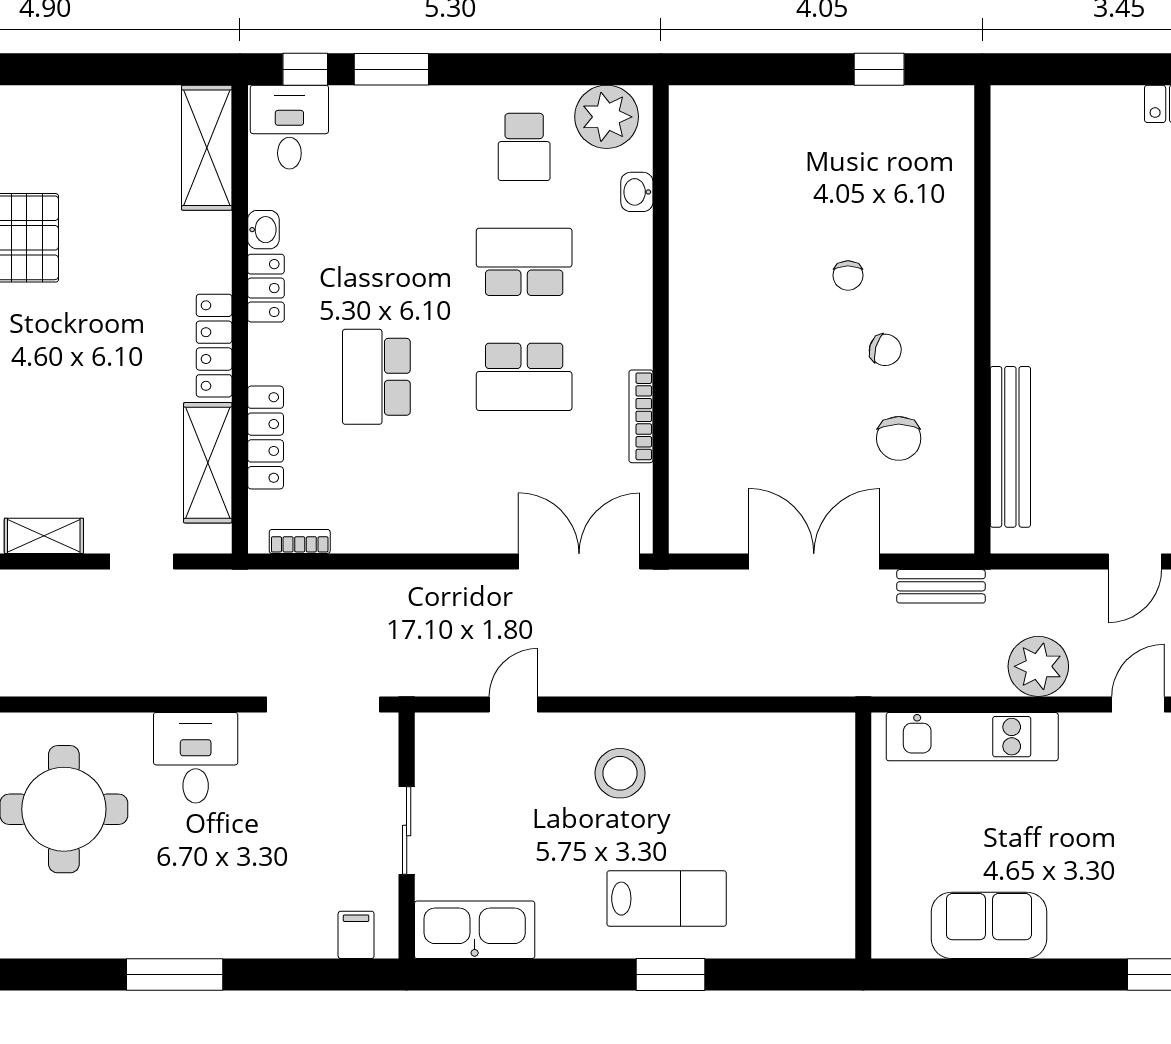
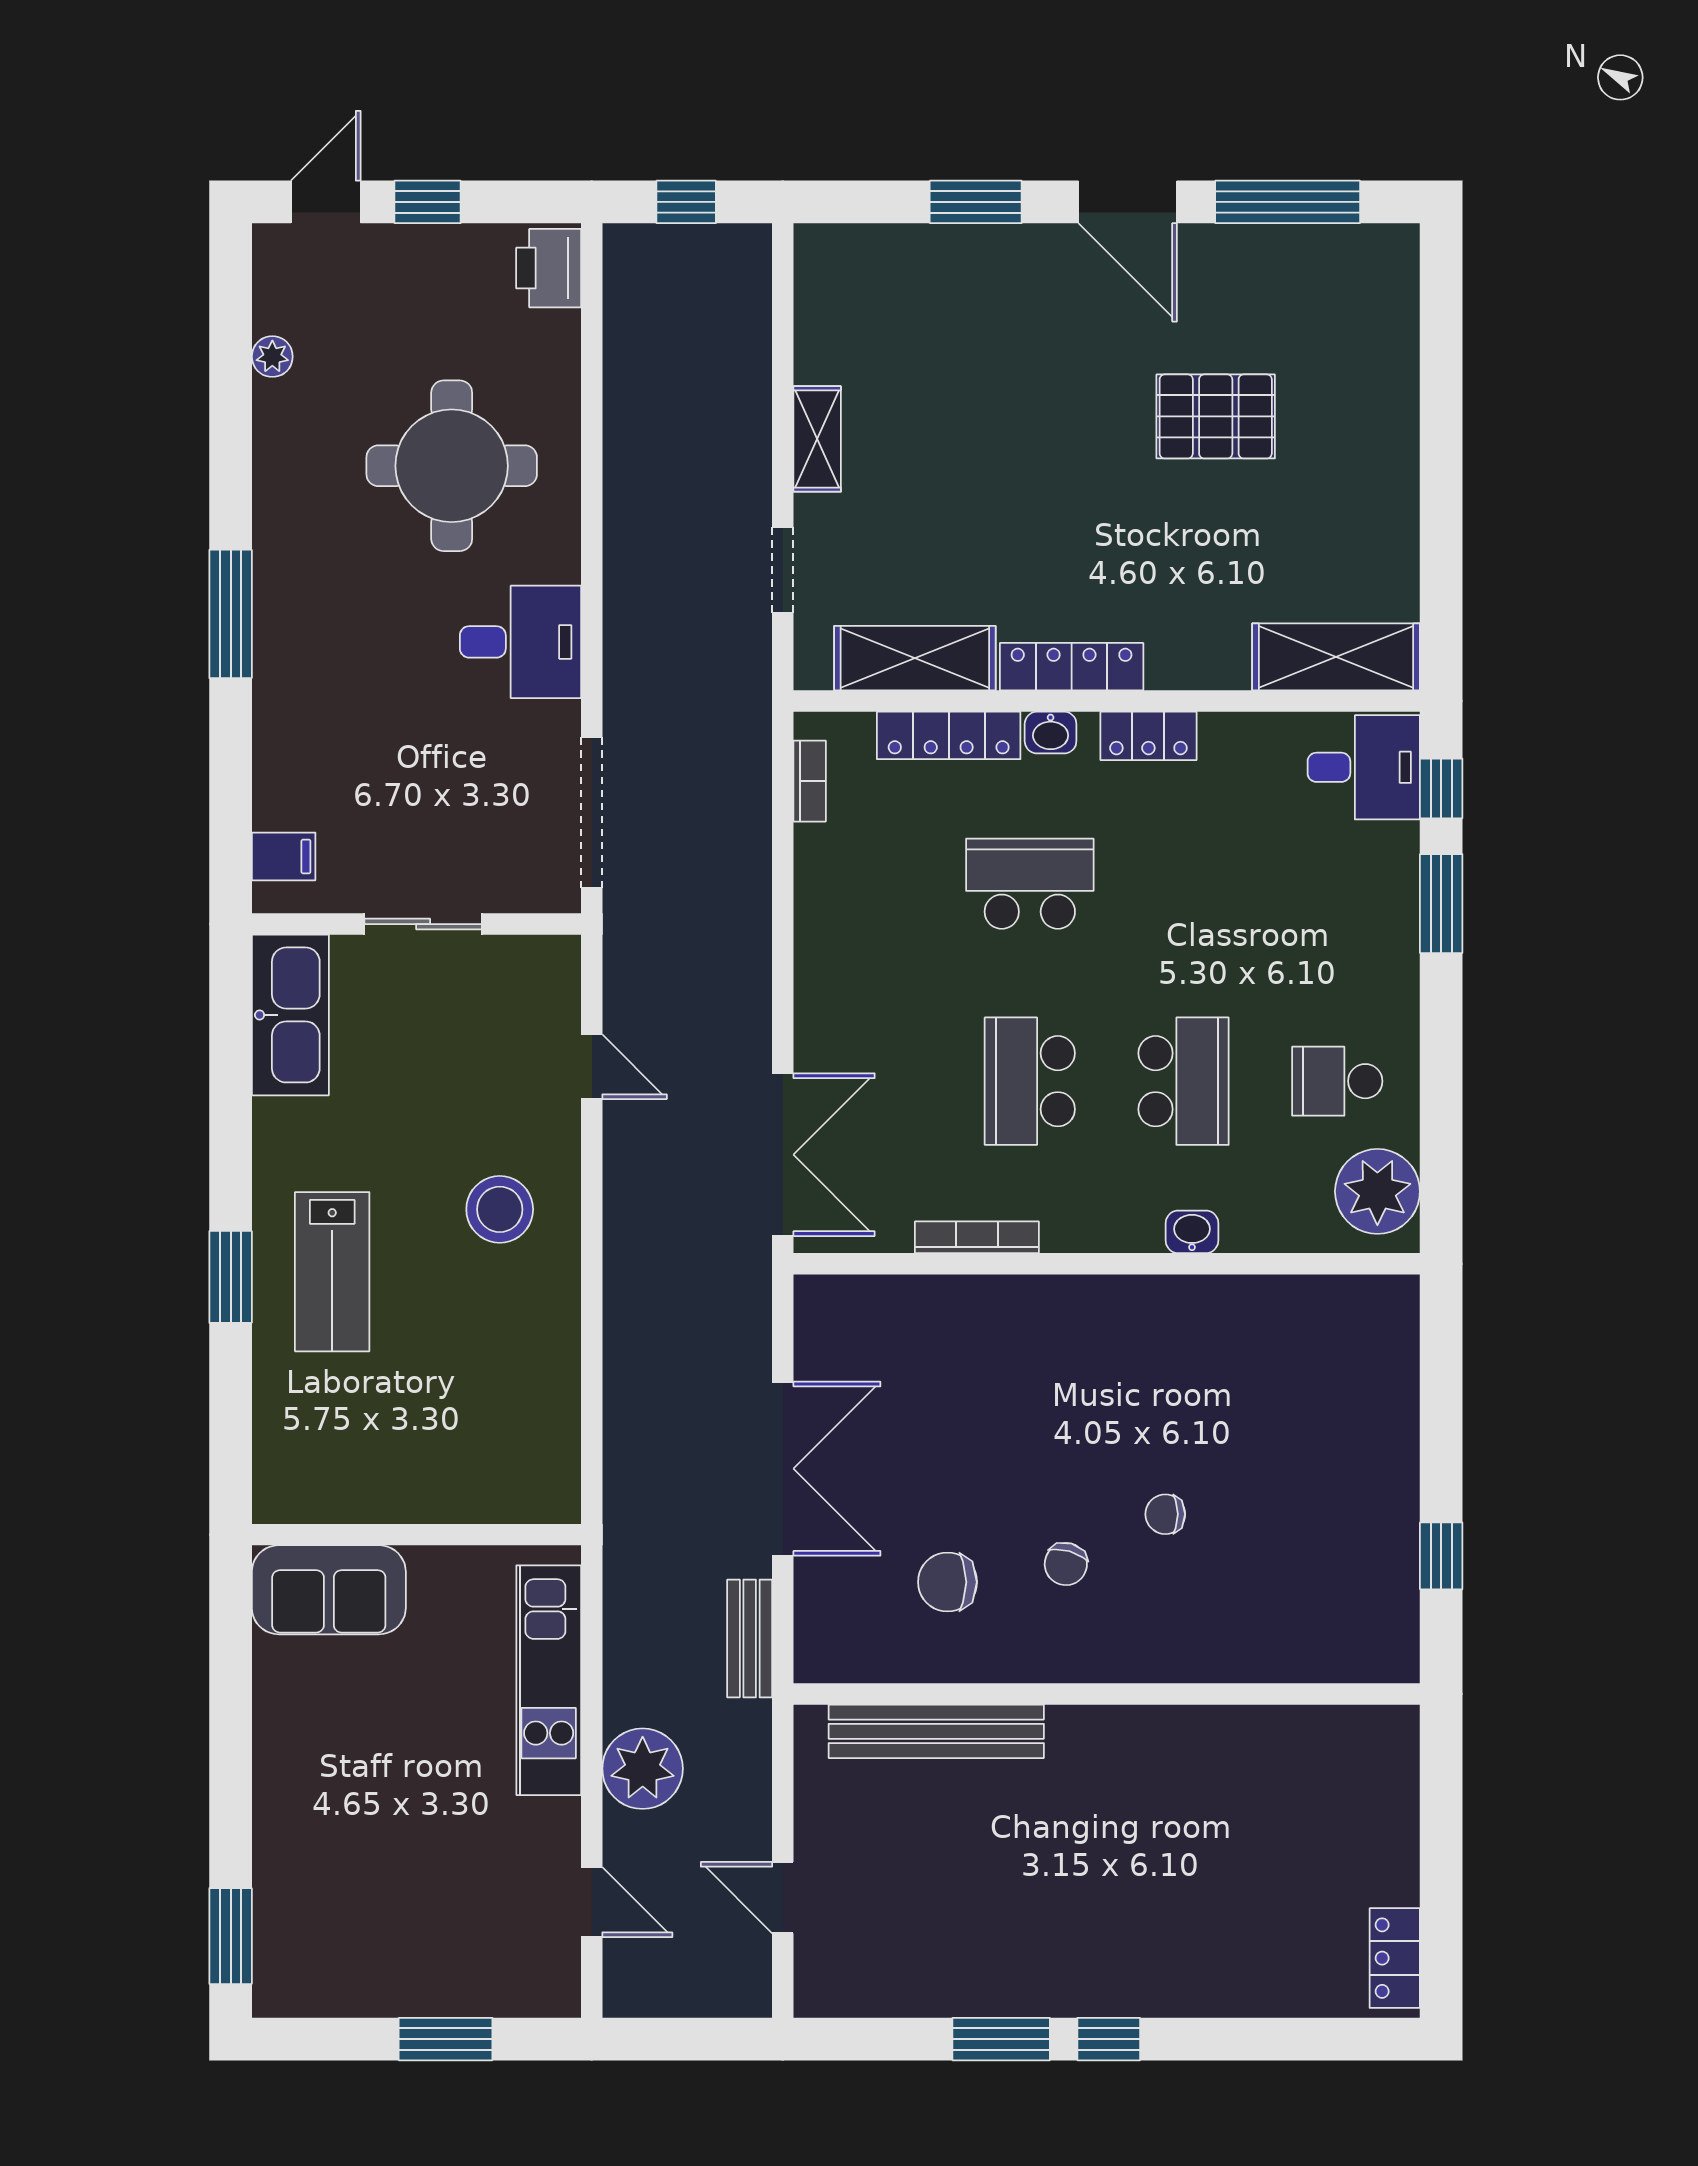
washbasin: (637, 192) -> (1192, 1232), moved
washbasin: (263, 230) -> (1051, 733), moved
sofa: (989, 925) -> (329, 1590), moved, turned 90

